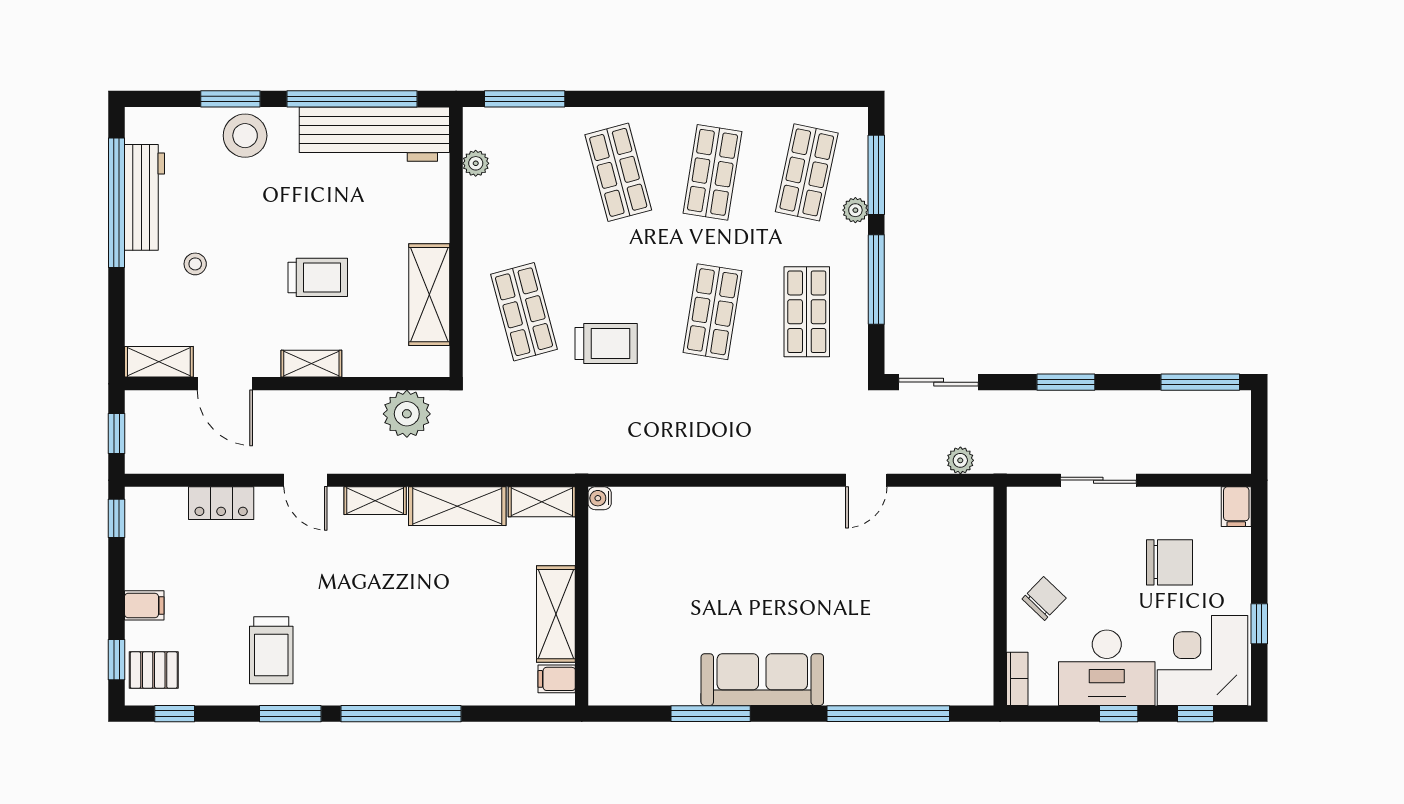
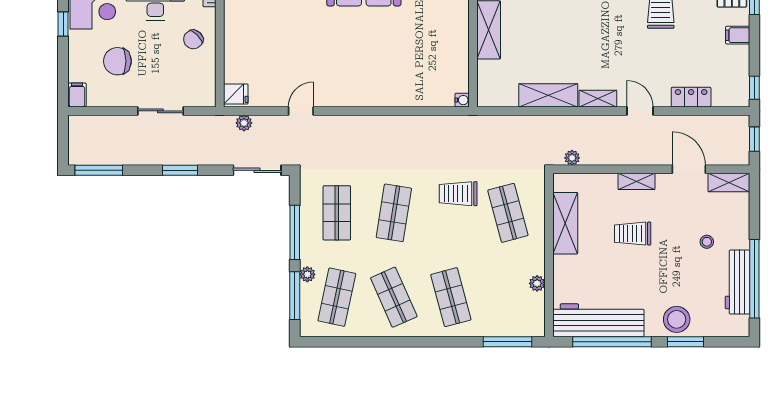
plant: (476, 163) -> (537, 283), moved
shop shelf: (713, 172) -> (394, 297), turned -33
plant: (407, 414) -> (572, 158), width x0.53, depth x0.53
shelving: (542, 502) -> (497, 98), removed
fridge: (974, 508) -> (236, 94), added

